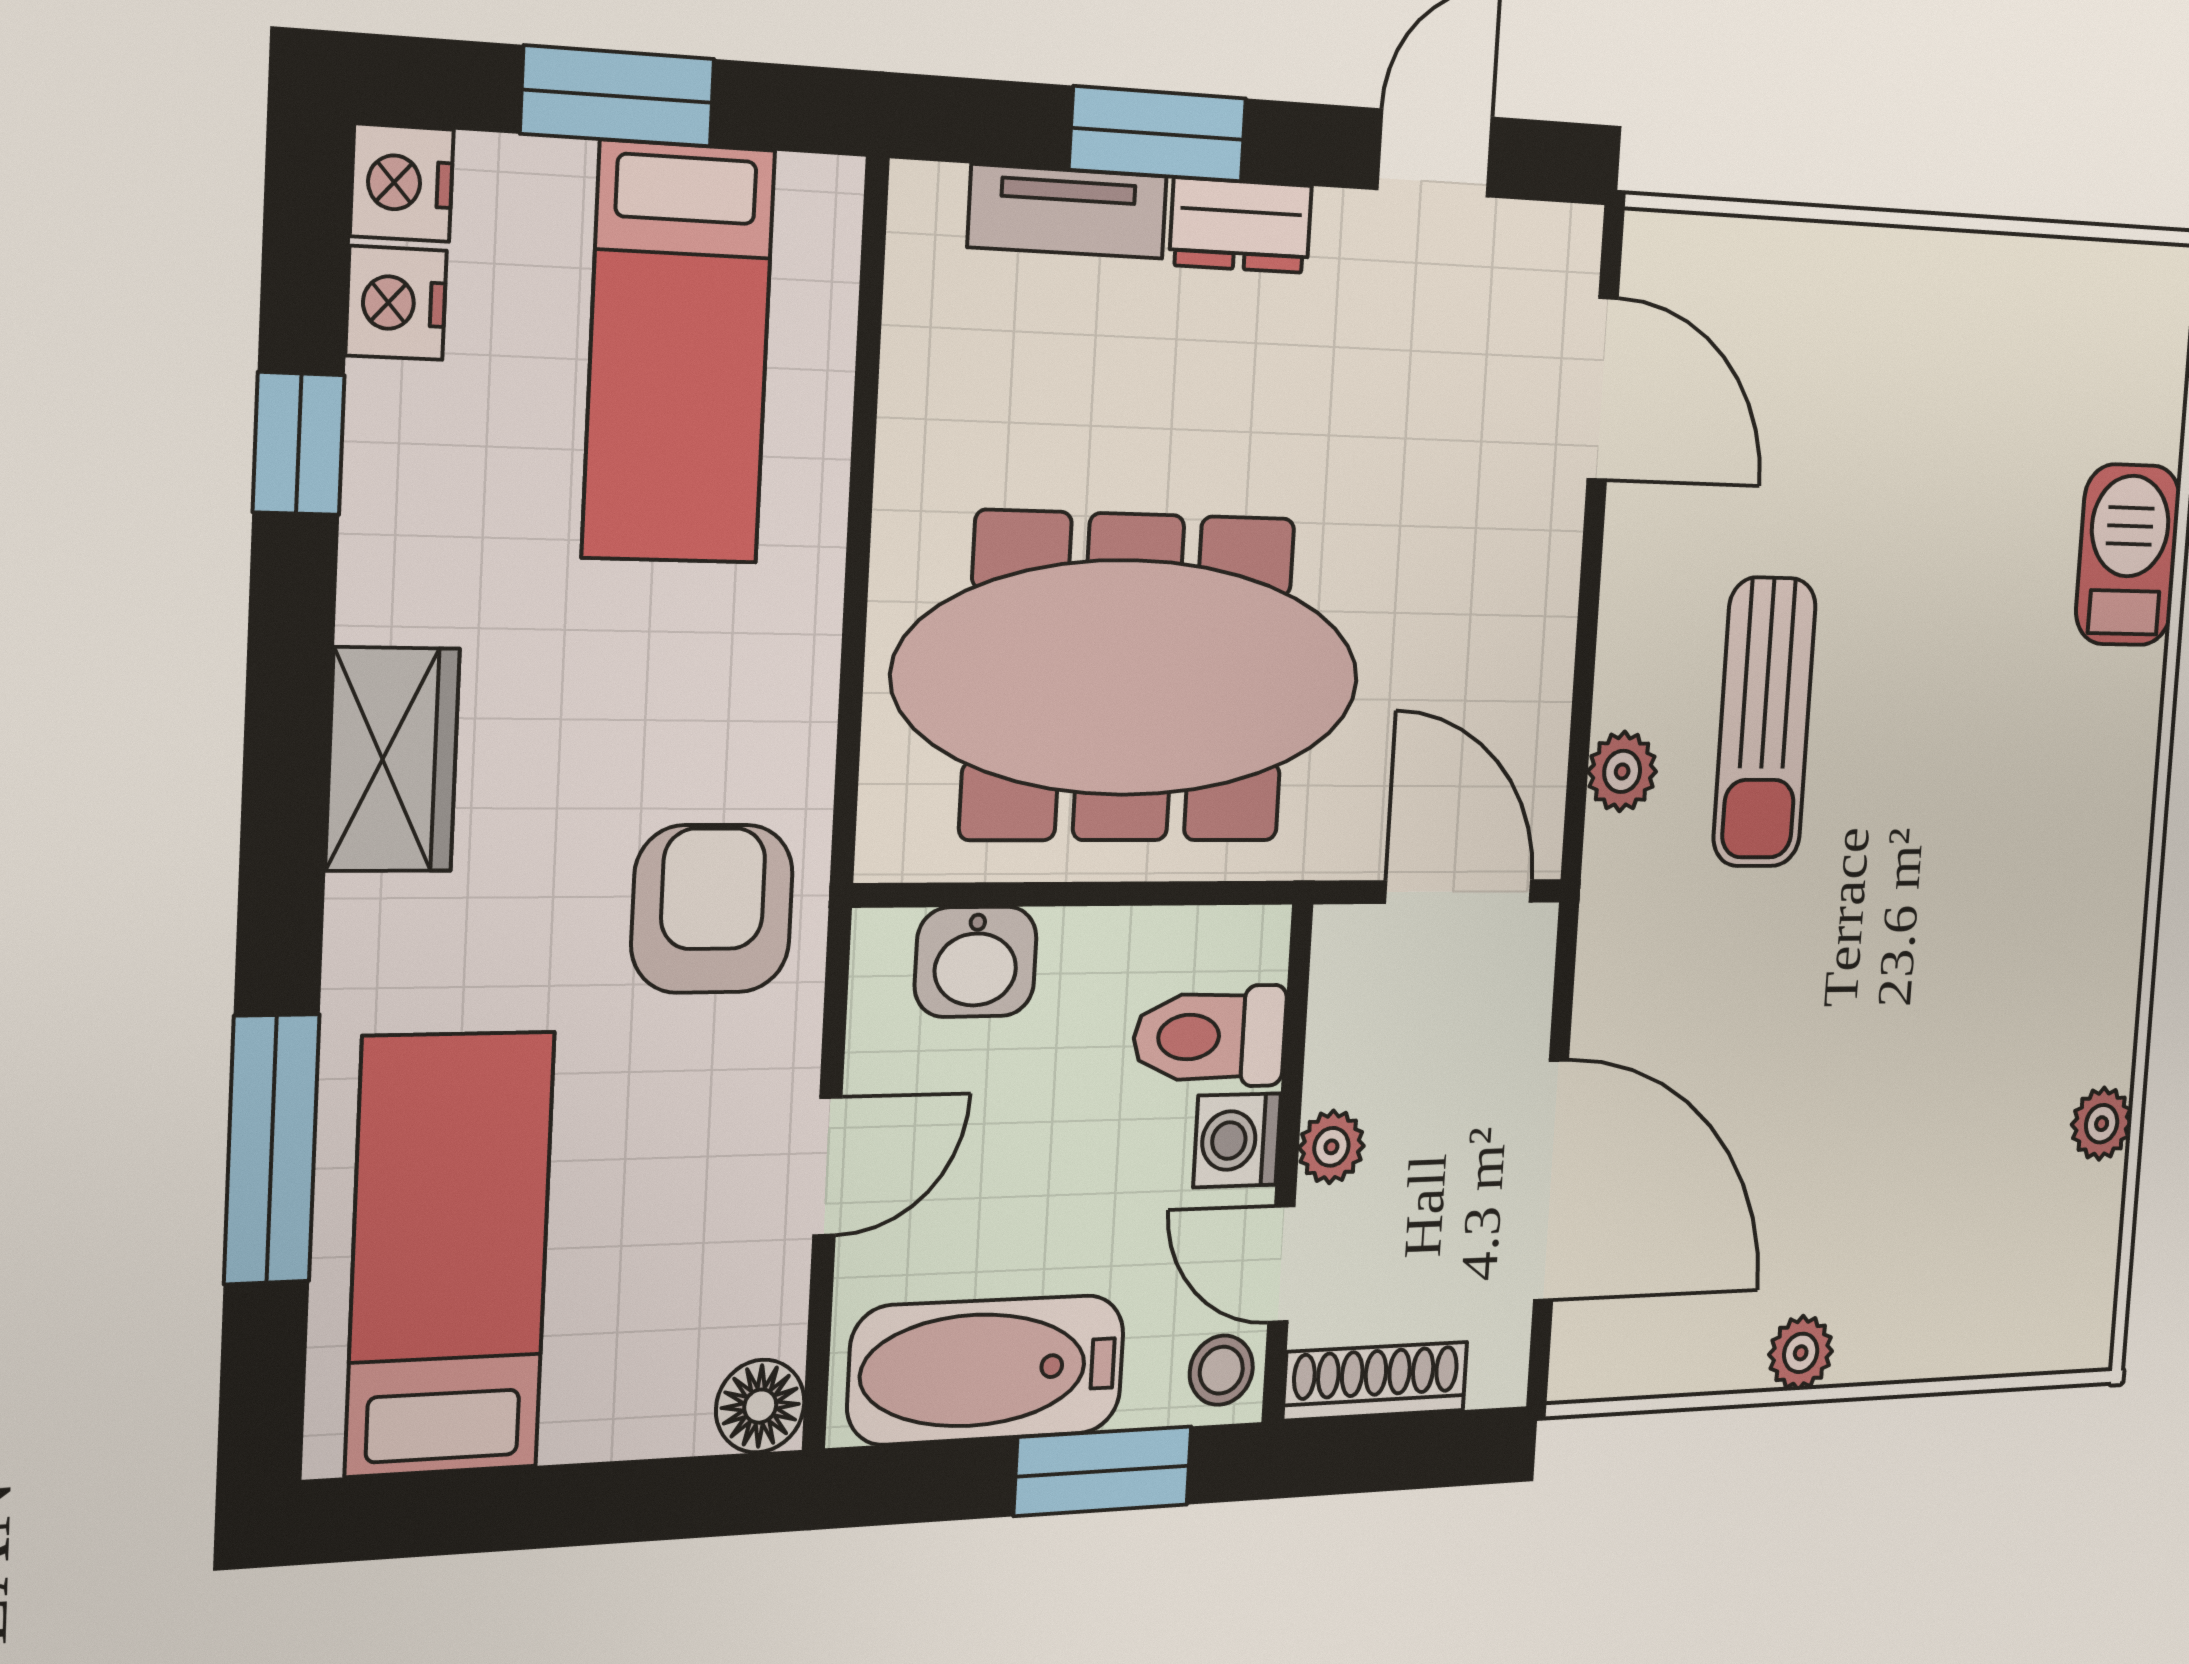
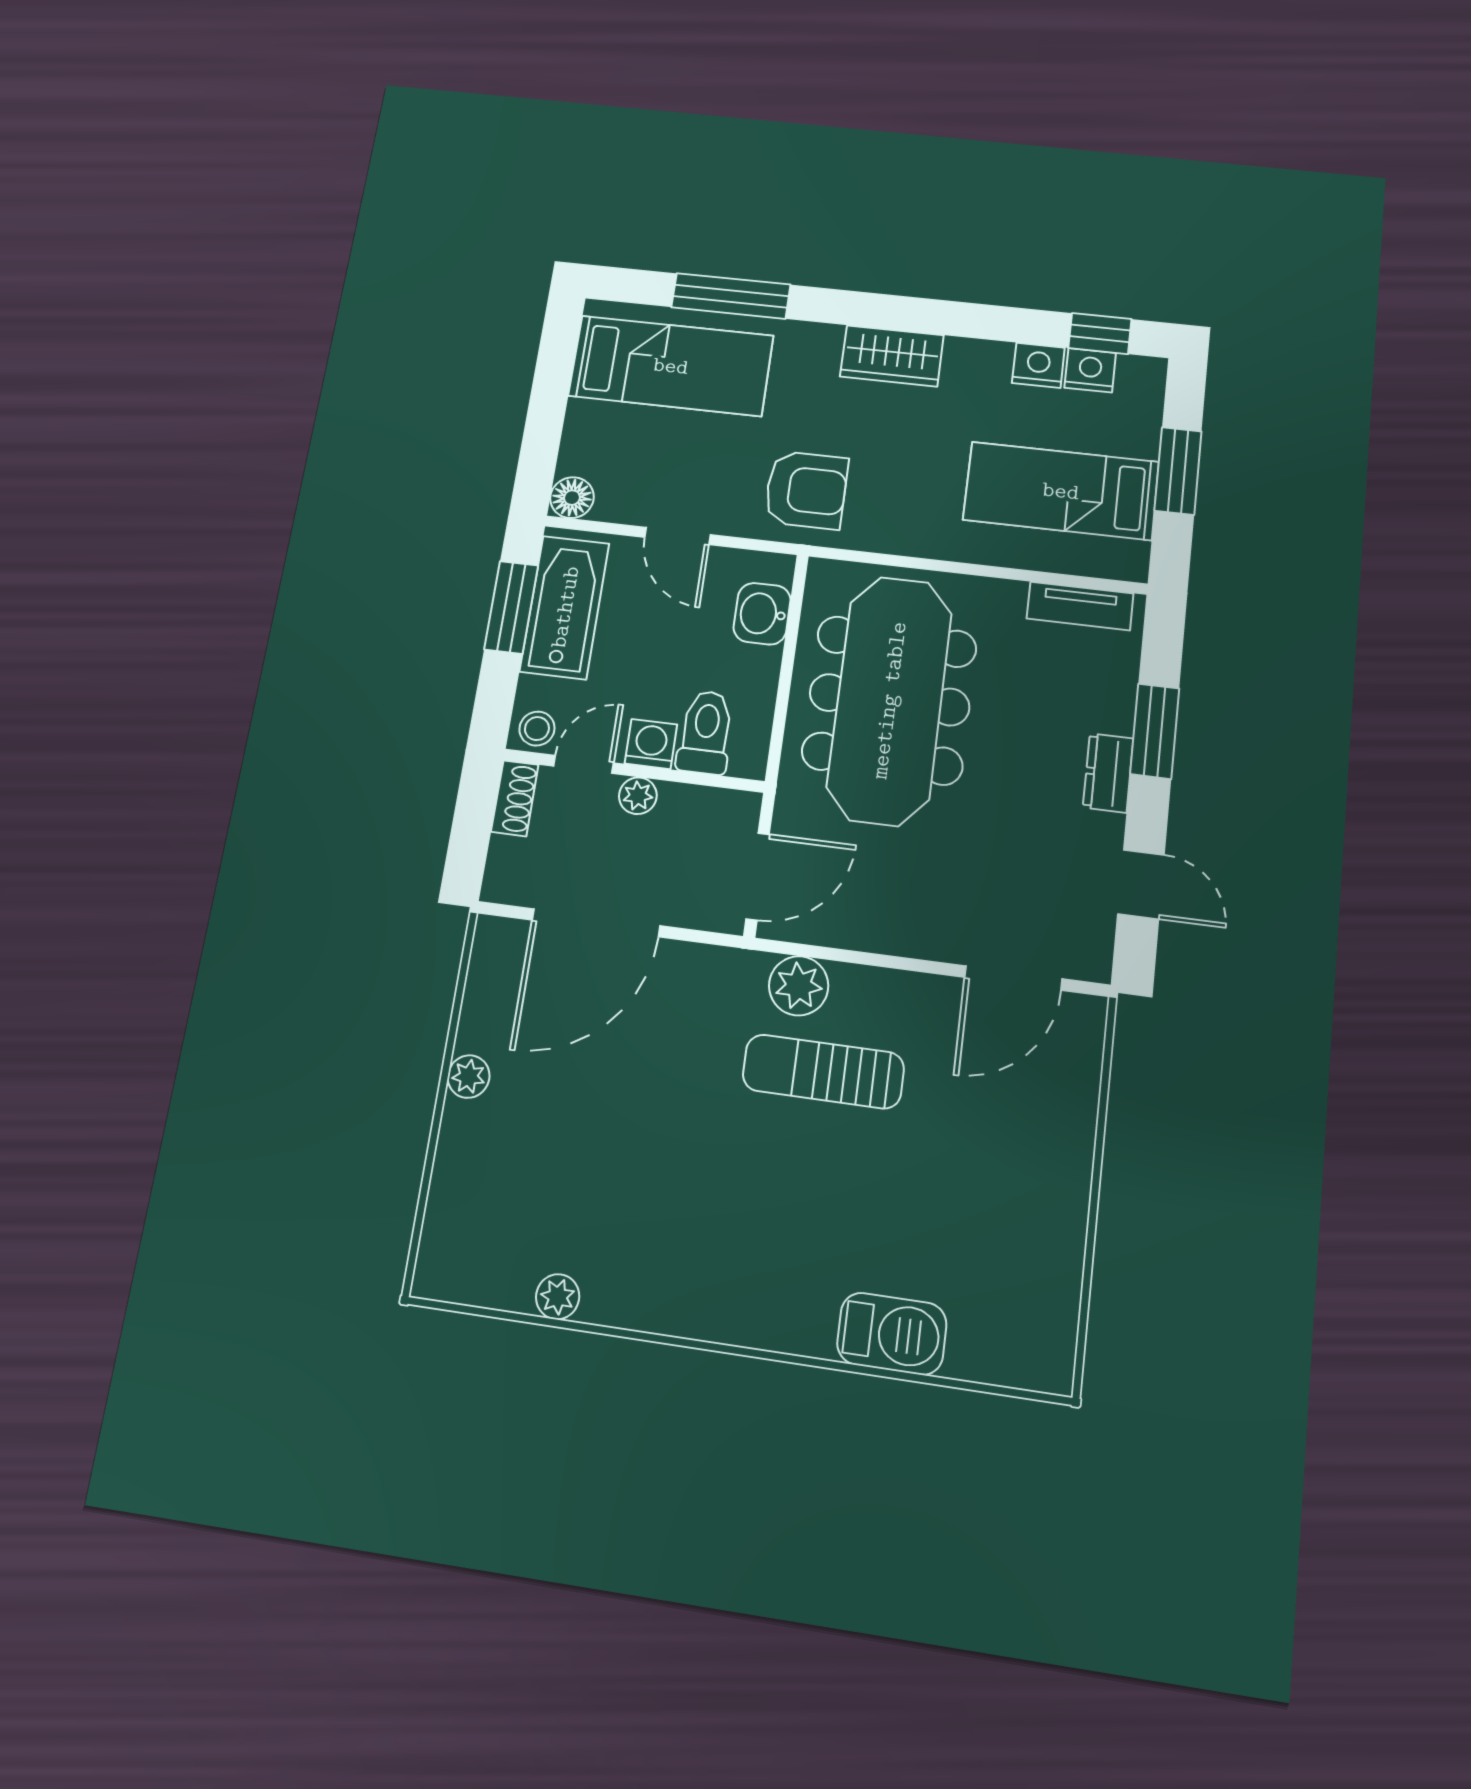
nightstand: (402, 183) -> (1038, 365), moved
tv unit: (1068, 212) -> (1080, 606), moved, turned -90
window: (299, 444) -> (1100, 333), moved
plant: (1622, 771) -> (799, 986), width x1.38, depth x1.38
shoe rack: (1375, 1381) -> (515, 798), width x0.70
window: (1103, 1471) -> (511, 607), moved

